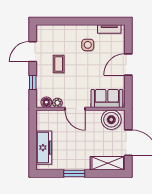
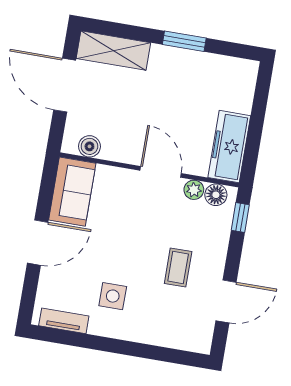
window: (33, 82) -> (240, 218), moved
sofa: (107, 98) -> (72, 192), moved, turned -90
boiler: (111, 120) -> (89, 146), width x0.54, depth x0.54
freezer: (44, 148) -> (229, 147), moved

